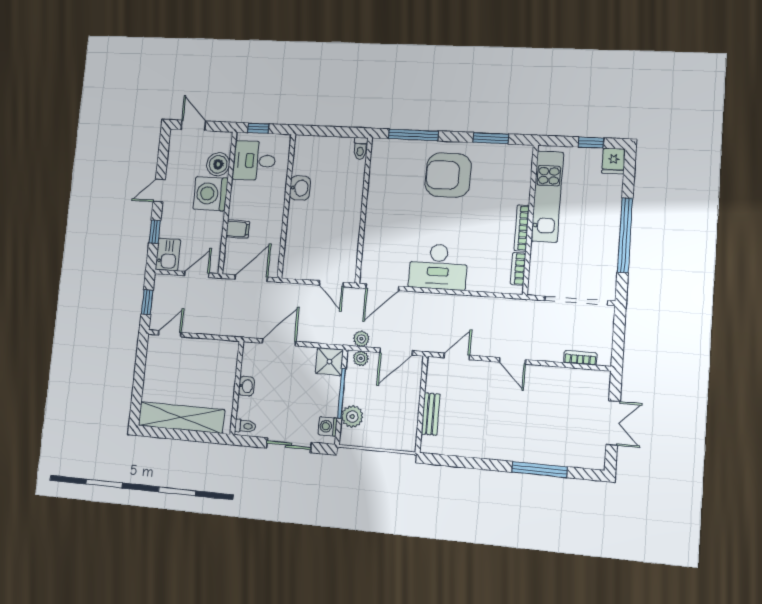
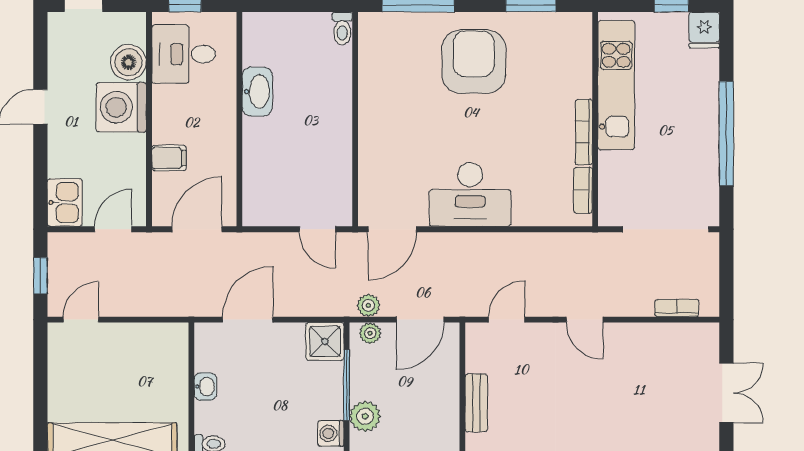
armchair: (448, 175) -> (474, 62), turned 90
washbasin: (300, 188) -> (257, 92), width x1.38
window: (155, 232) -> (40, 170), removed

